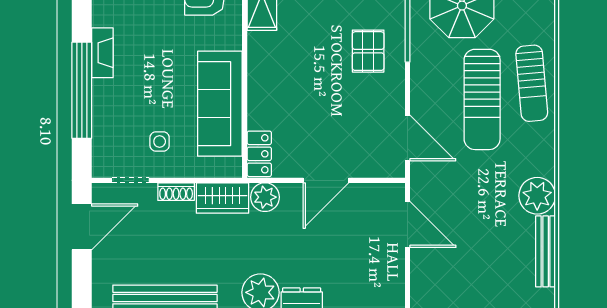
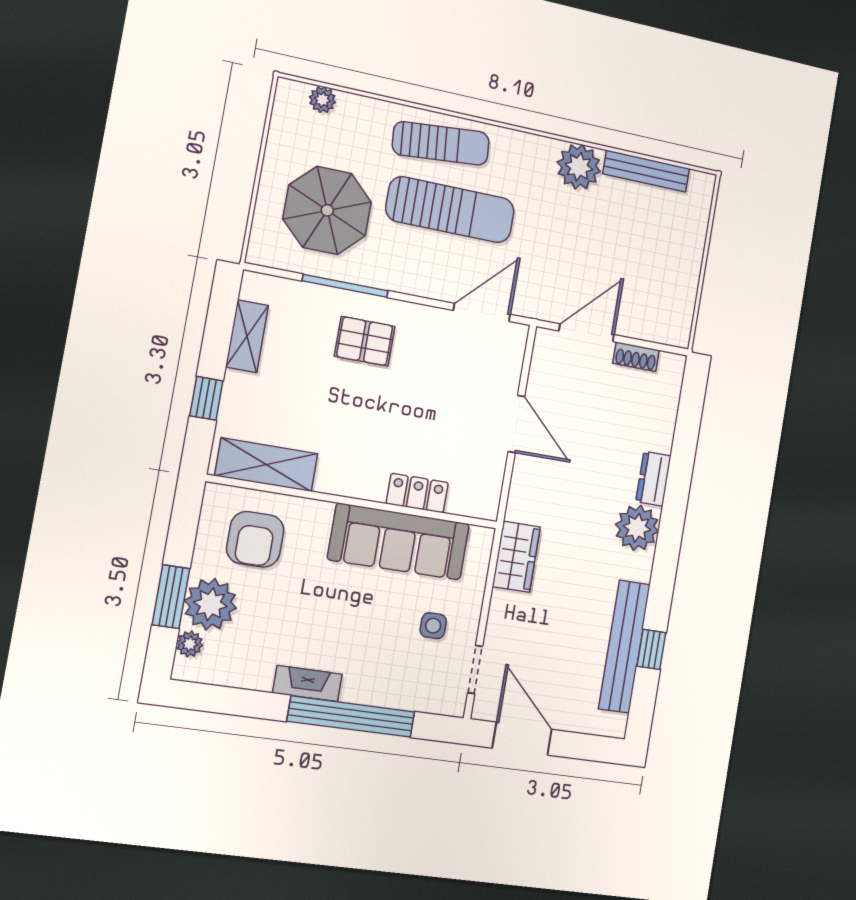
locker: (259, 154) -> (417, 493), moved
shoe rack: (176, 192) -> (636, 357), moved, turned 90
plant: (265, 197) -> (524, 503), removed

